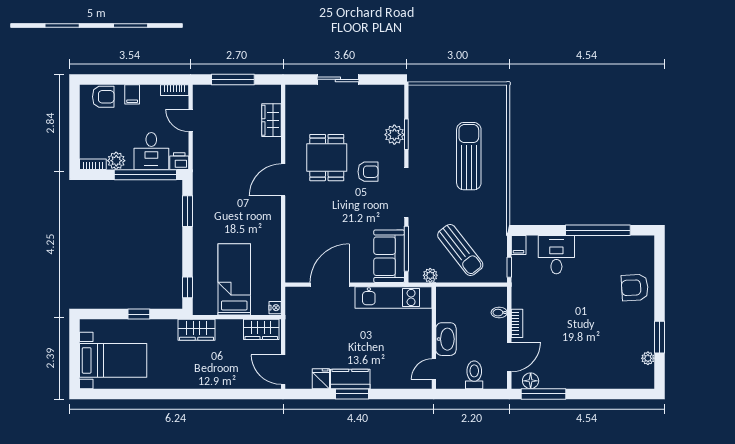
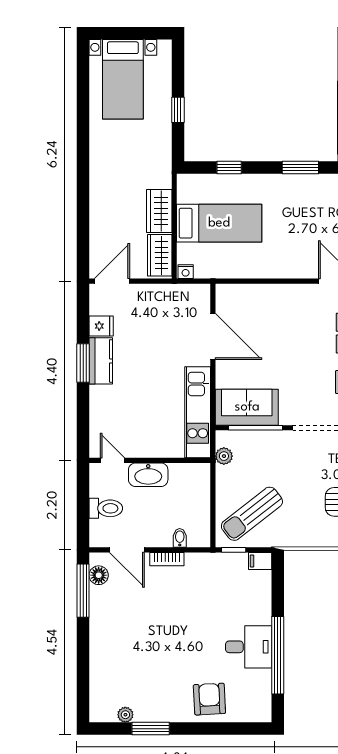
sun lounger: (460, 250) -> (252, 514), moved
desk: (556, 255) -> (249, 647), moved
window: (187, 287) -> (229, 168), moved
wardrobe: (197, 330) -> (159, 211), moved

